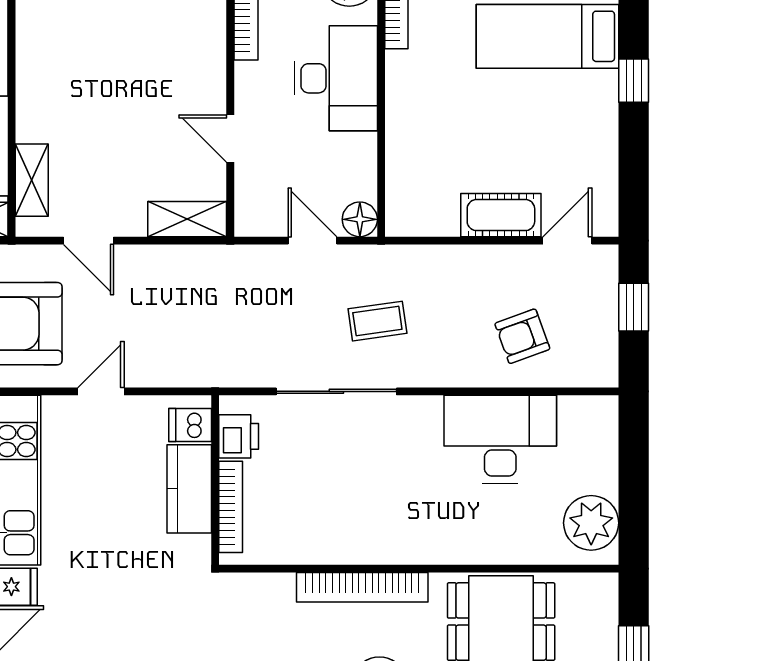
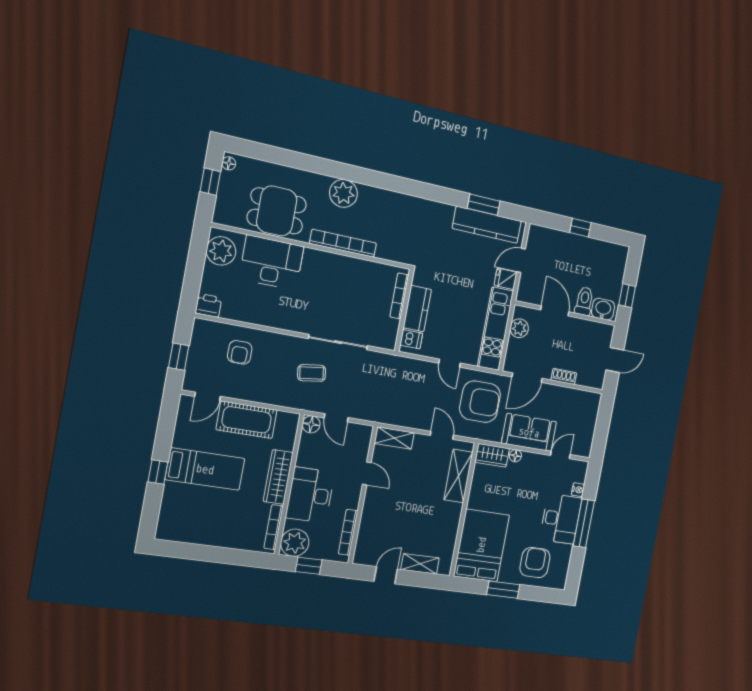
bed: (547, 36) -> (205, 469), moved
wardrobe: (405, 105) -> (278, 477), added
shelving: (32, 180) -> (458, 476), width x1.50, depth x1.33
cot: (501, 215) -> (247, 420), width x1.37, depth x1.34
armchair: (522, 336) -> (240, 352), turned 110
door: (101, 391) -> (450, 363), hinge flipped
printer: (239, 436) -> (209, 305), moved, turned 90
desk: (500, 439) -> (271, 263), moved, turned 180

